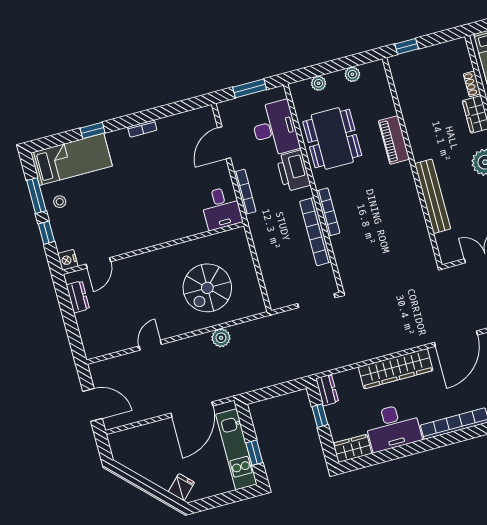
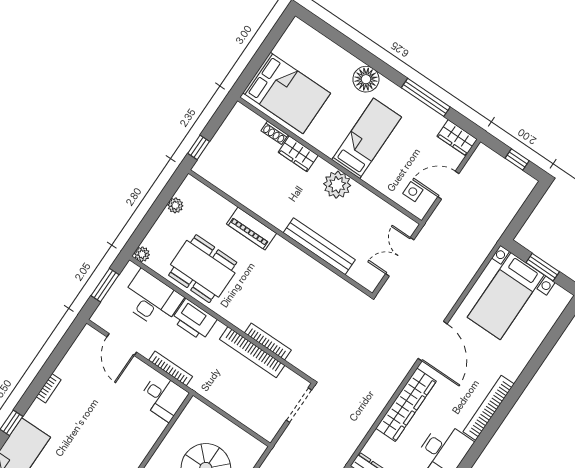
plant: (319, 83) -> (142, 254), moved
bookcase: (328, 212) -> (268, 342), moved

